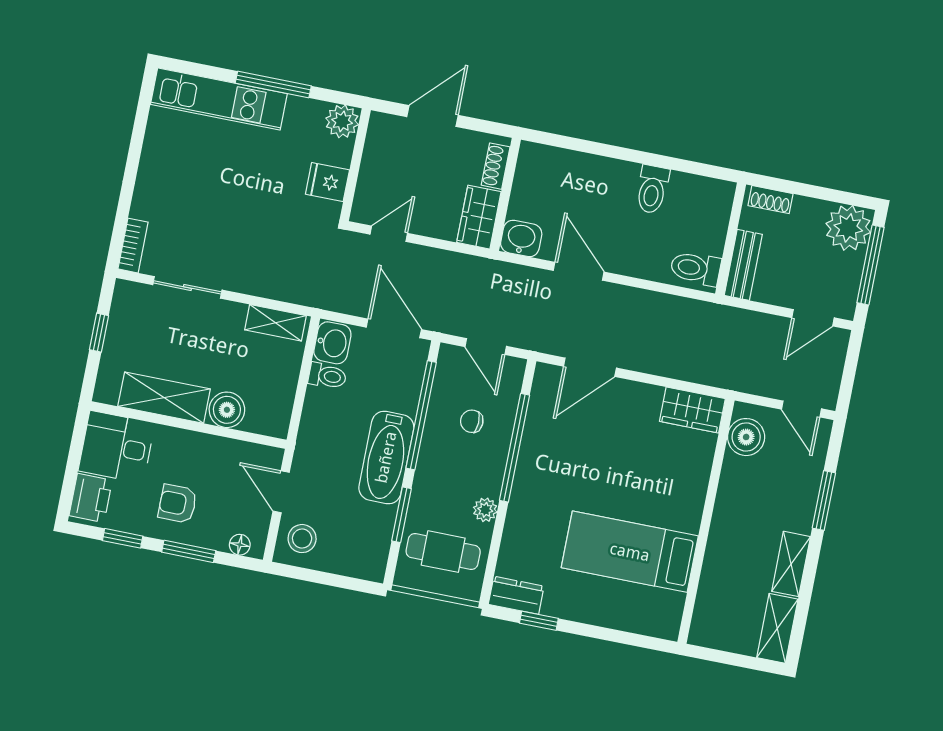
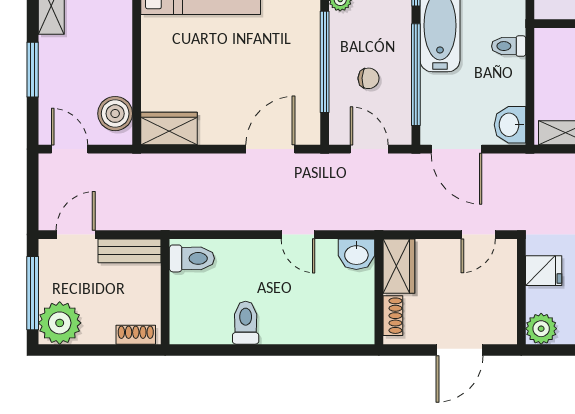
bench: (743, 265) -> (129, 251), moved, turned 90
door: (579, 271) -> (298, 235), width x0.73
toilet: (327, 376) -> (509, 46), moved

